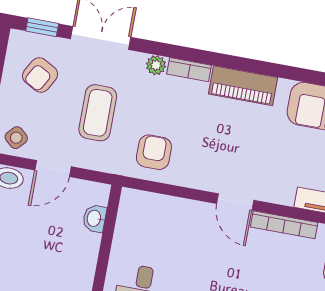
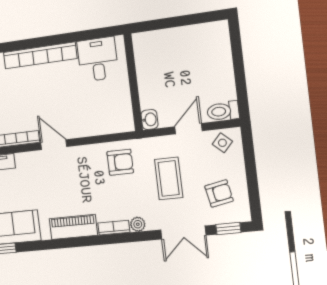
armchair: (40, 75) -> (219, 193), turned 50
armchair: (154, 152) -> (120, 162), turned -90
washbasin: (94, 218) -> (150, 120), moved

